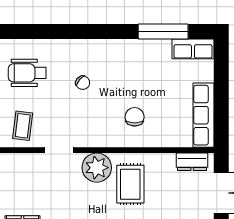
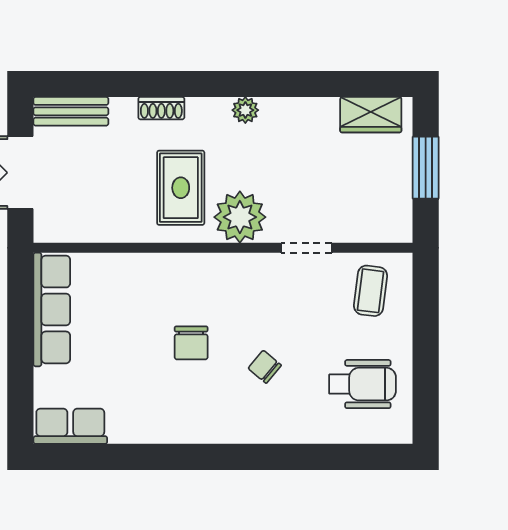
window: (163, 32) -> (123, 457), removed
chair: (135, 117) -> (191, 343), moved
dresser: (192, 162) -> (72, 227), removed

